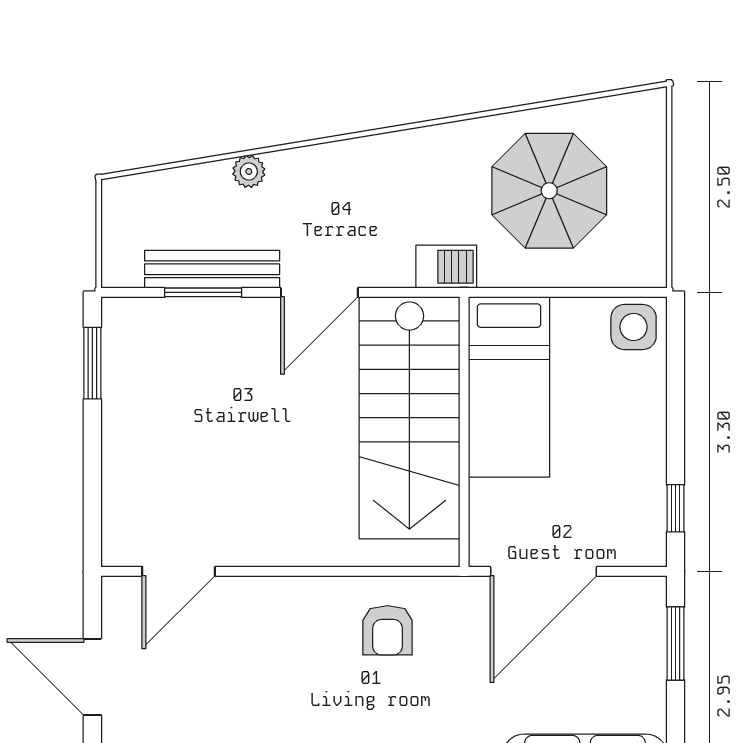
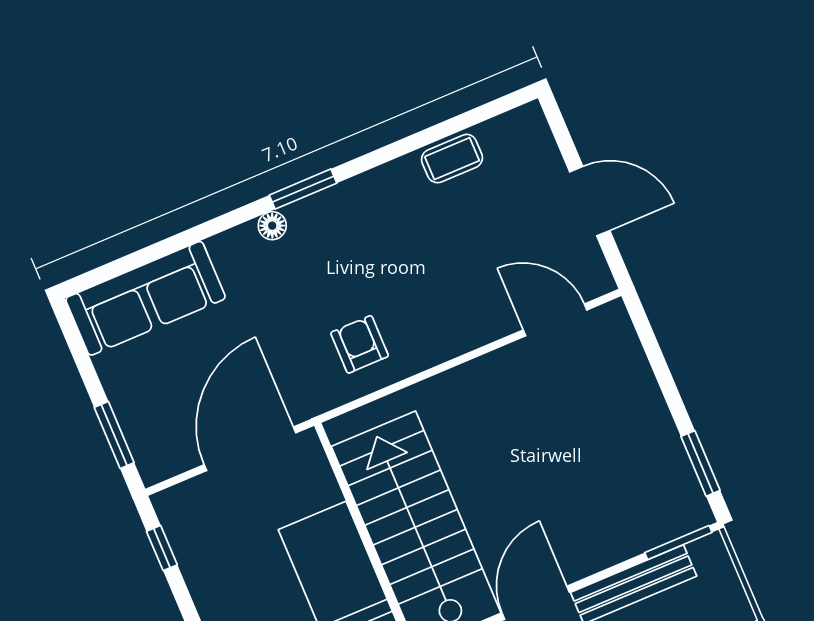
window: (203, 292) -> (678, 543), moved
door: (179, 571) -> (555, 320), hinge flipped

